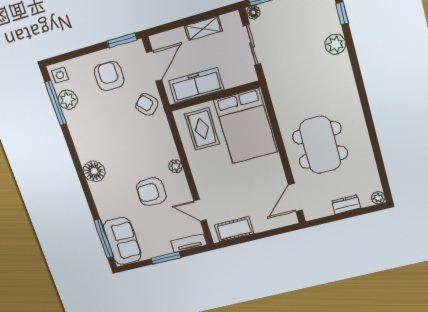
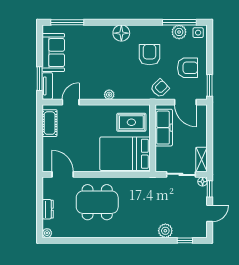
shelving: (203, 28) -> (202, 159), moved
armchair: (151, 192) -> (149, 55), moved
sofa: (122, 241) -> (53, 53), moved, turned -90
window: (166, 258) -> (40, 79), moved

